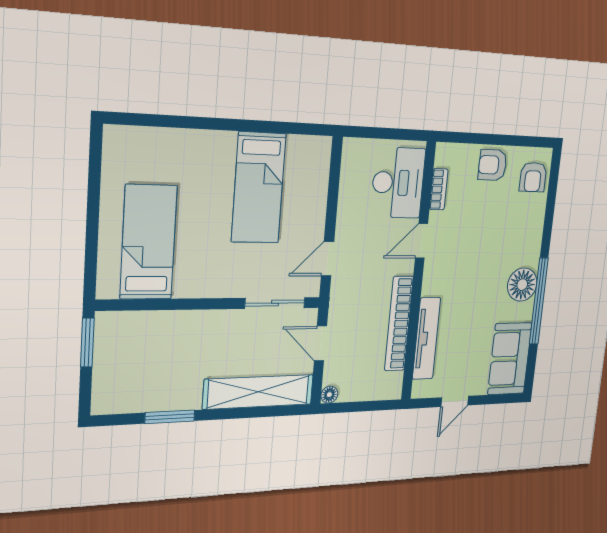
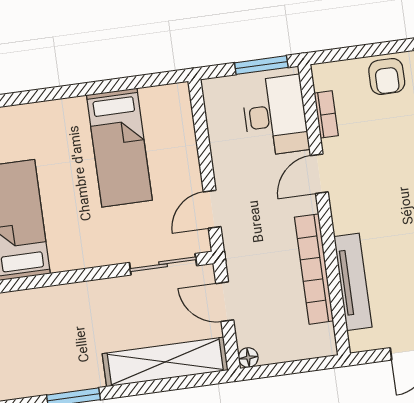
window: (397, 134) -> (261, 65), added
armchair: (493, 165) -> (387, 76), turned -90

